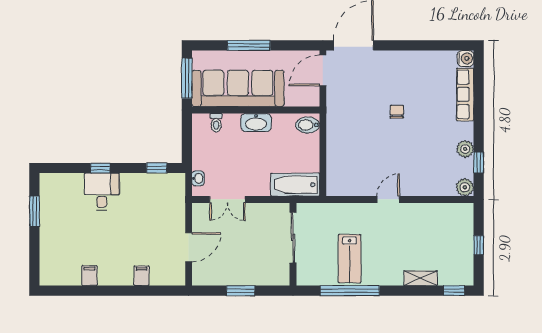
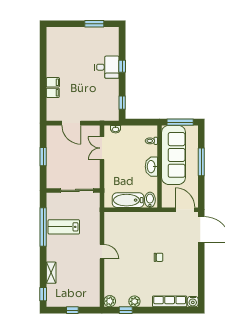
bathtub: (295, 185) -> (128, 200), moved, turned -90
filing cabinet: (89, 276) -> (53, 82), moved

